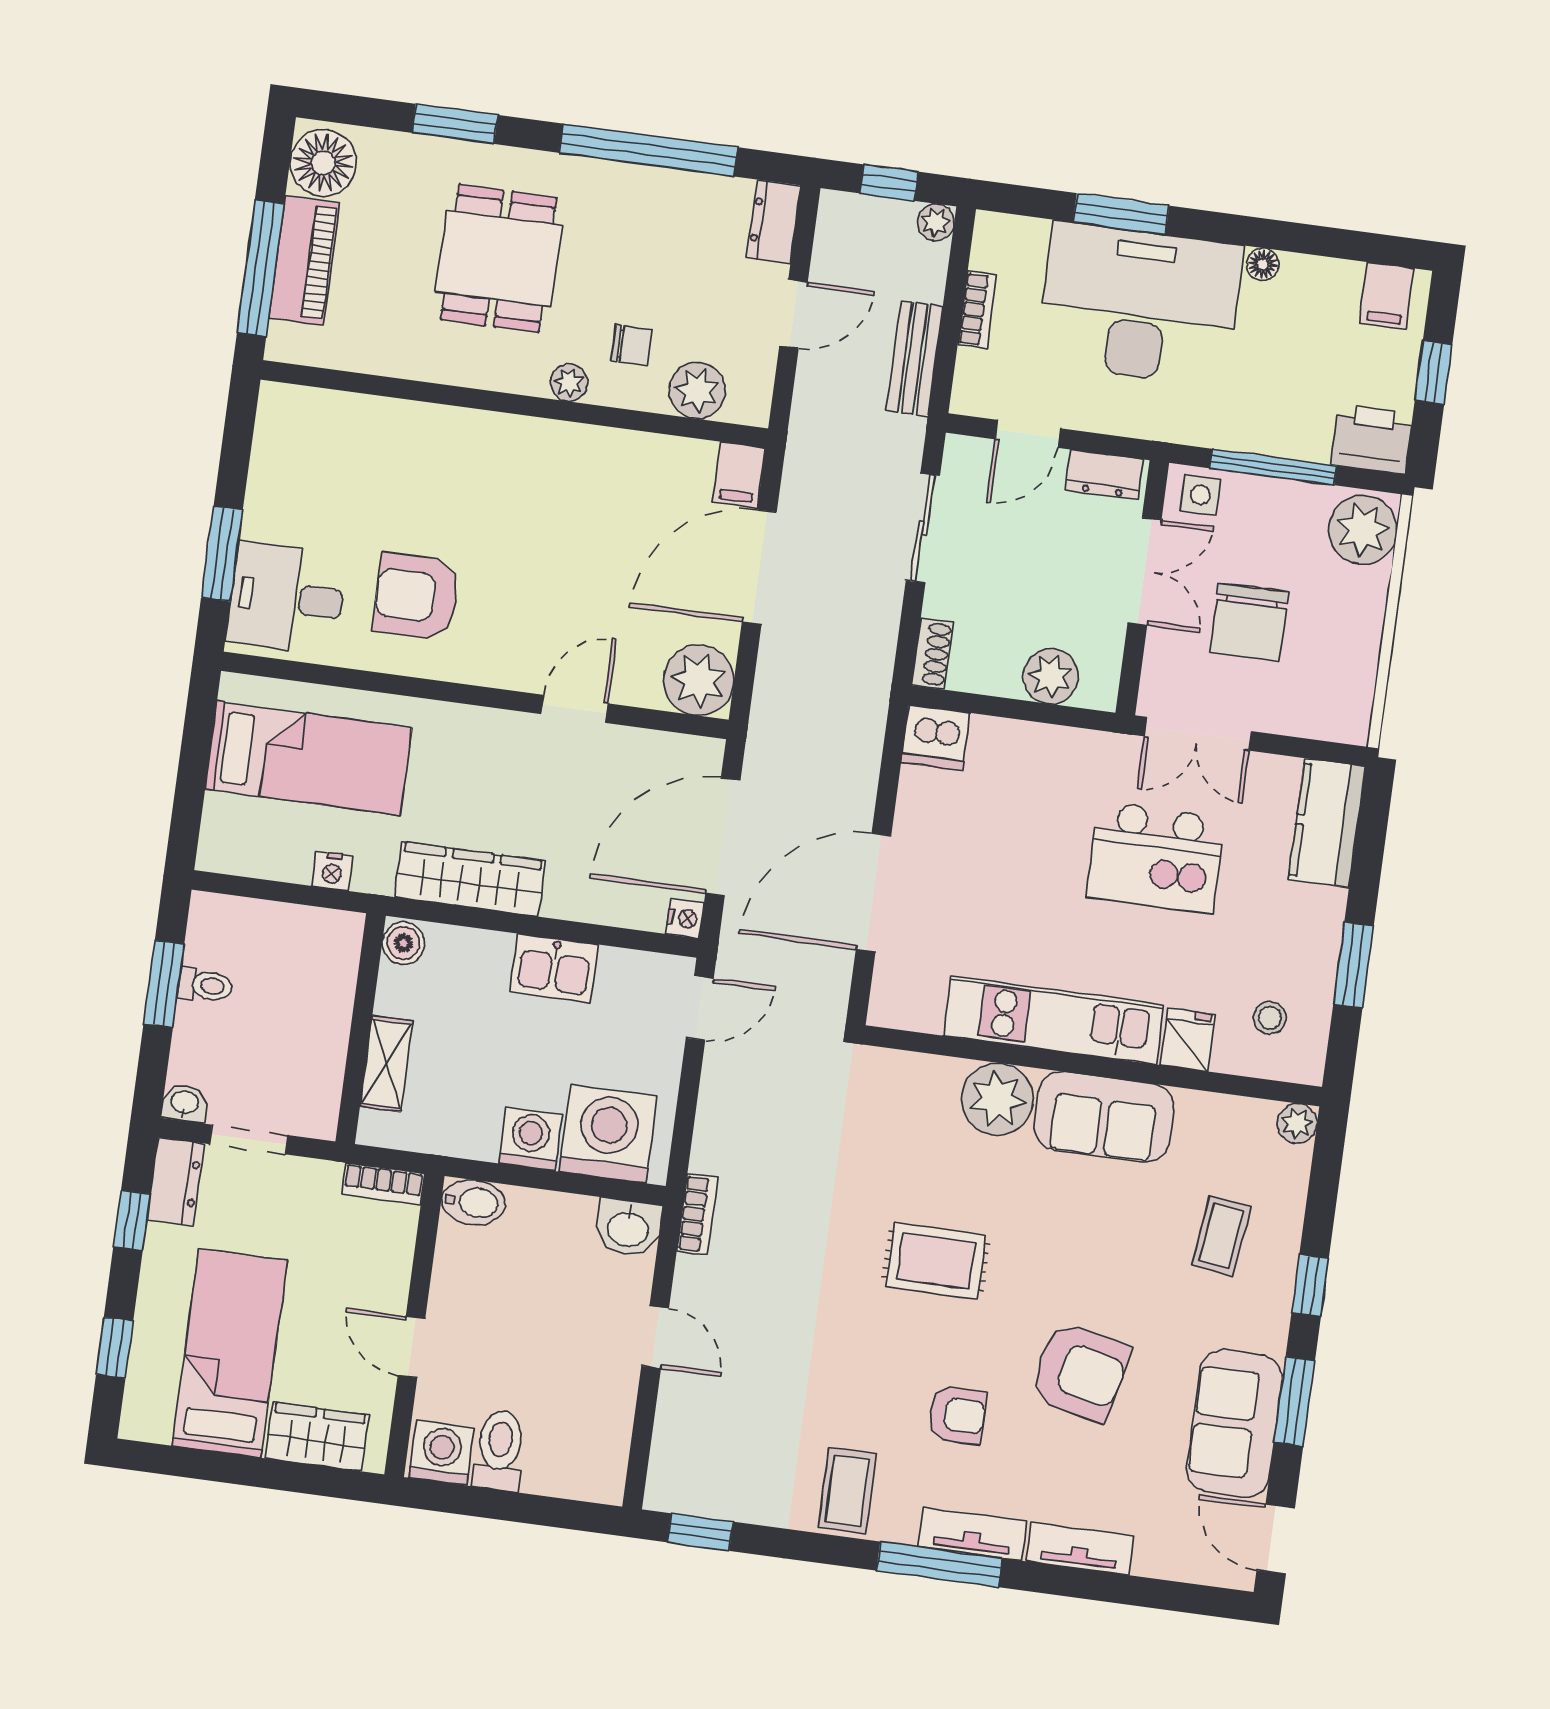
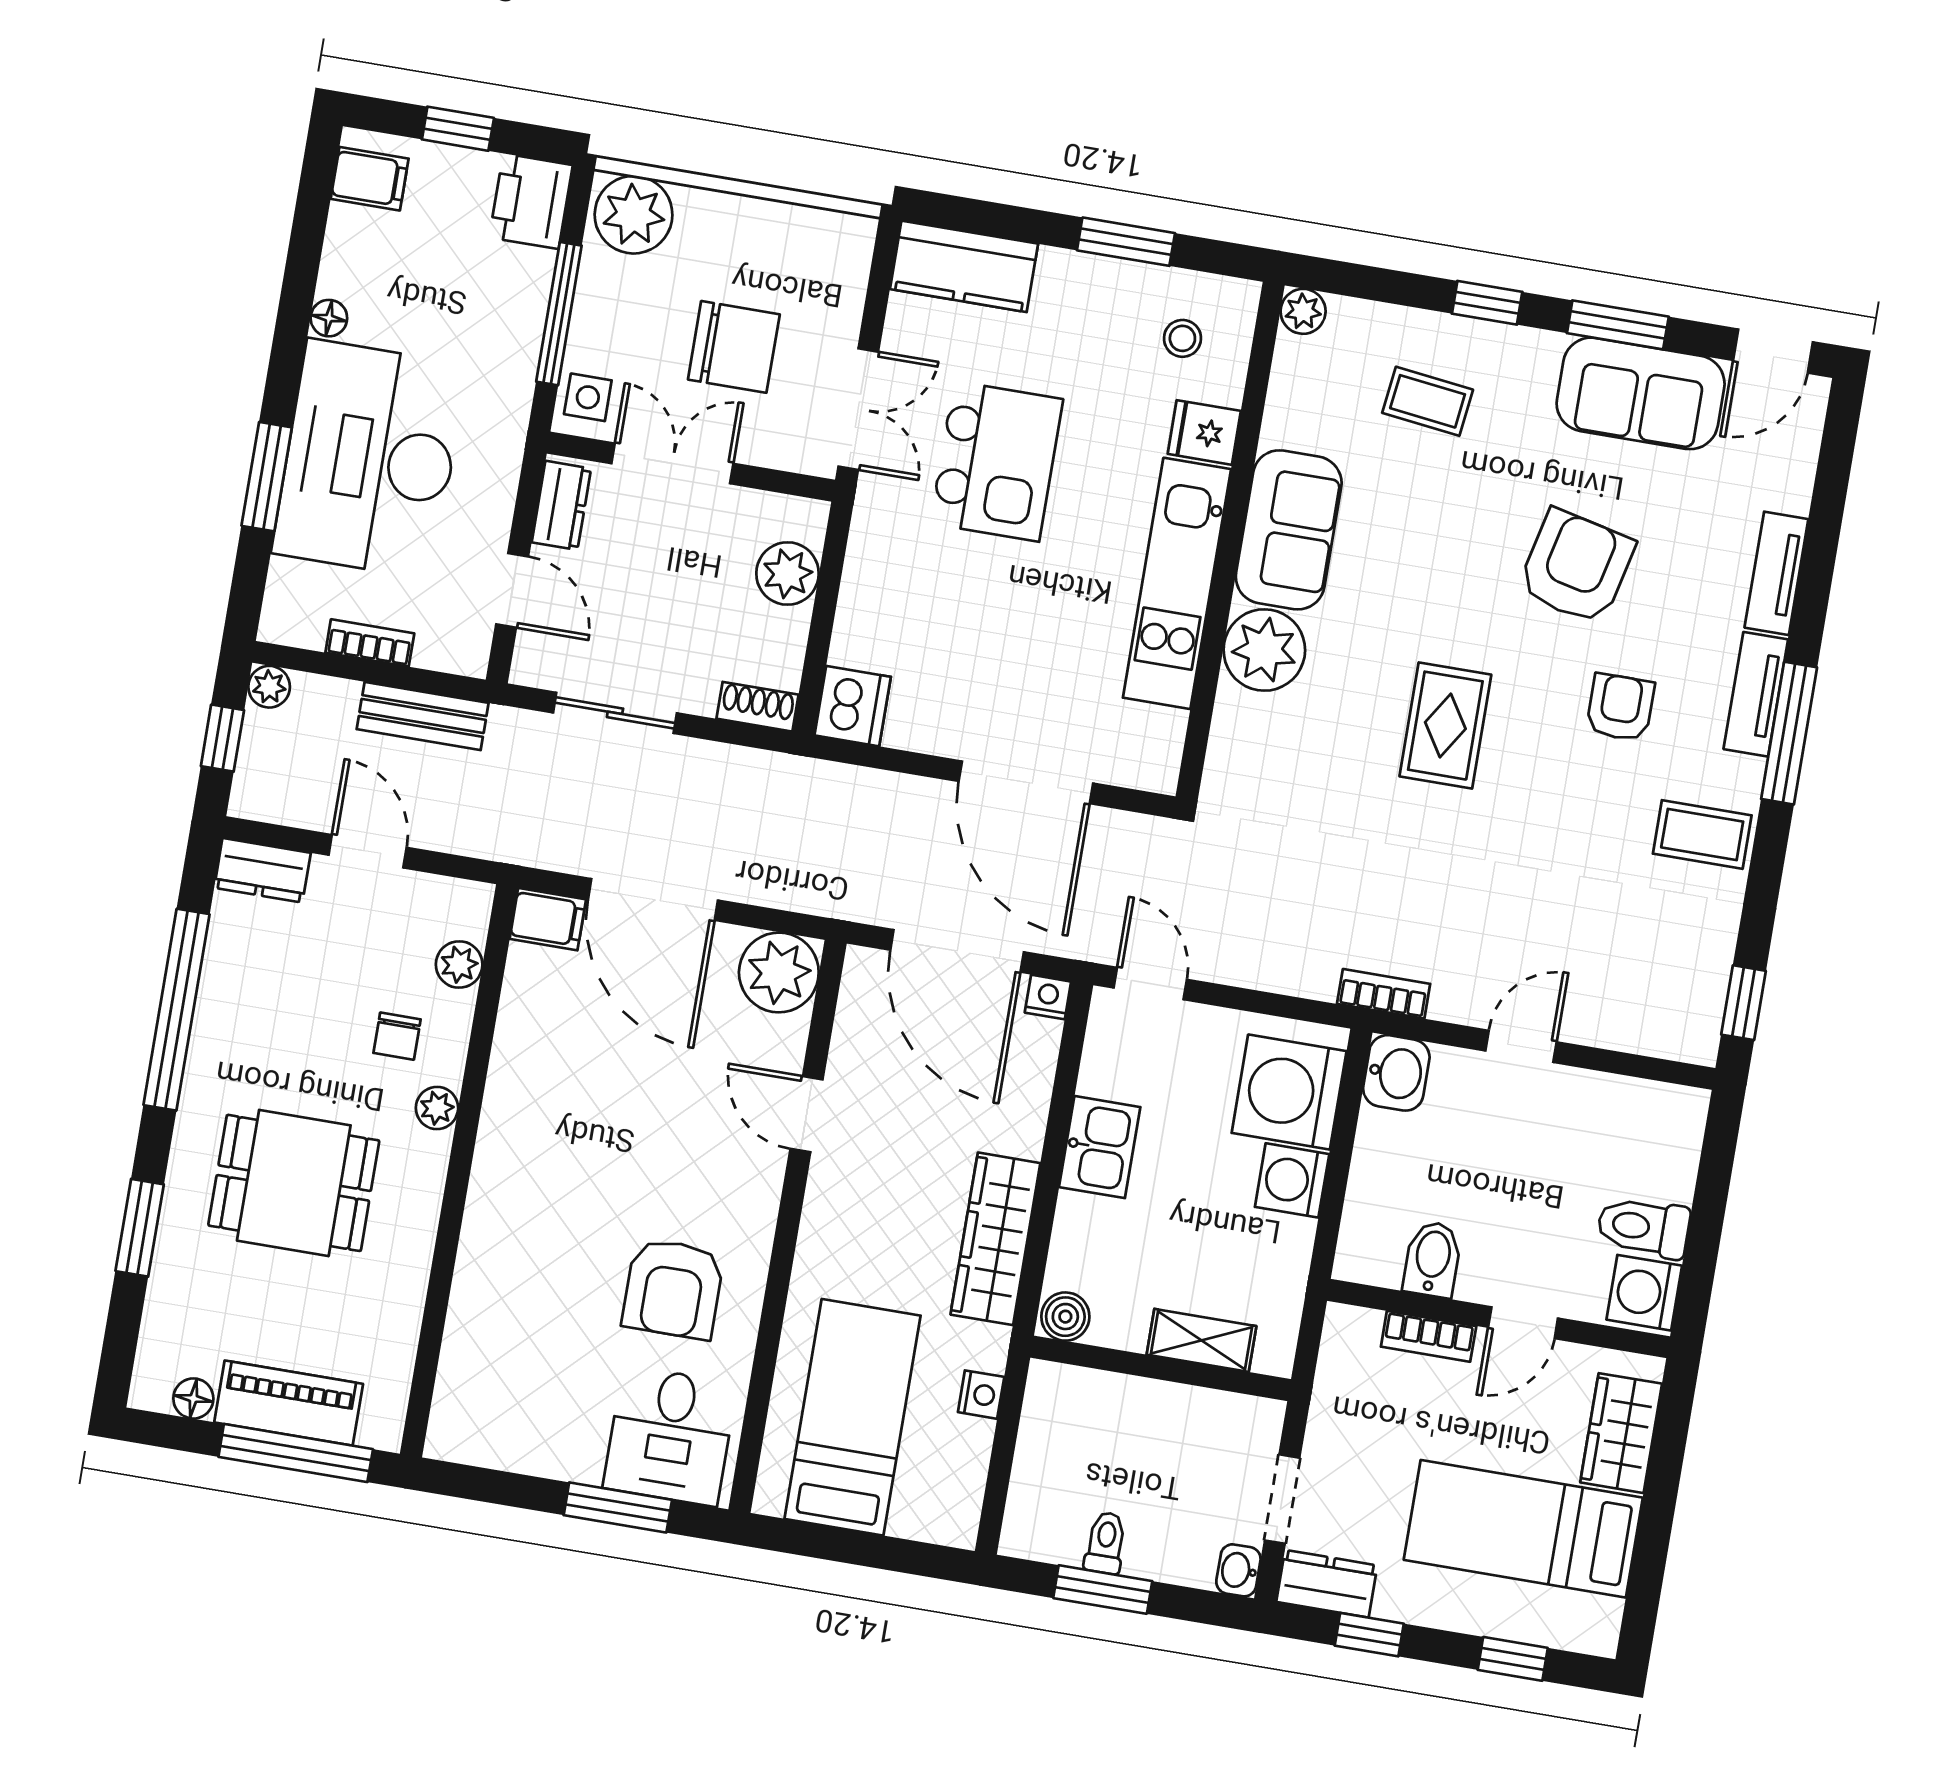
floor lamp: (323, 163) -> (193, 1398), width x0.53, depth x0.53
chair: (631, 345) -> (397, 1036), turned 180
plant: (697, 390) -> (459, 964), width x0.73, depth x0.73
bookcase: (383, 1184) -> (1429, 1336), moved, turned 90
bidet: (473, 1202) -> (1432, 1259), moved

